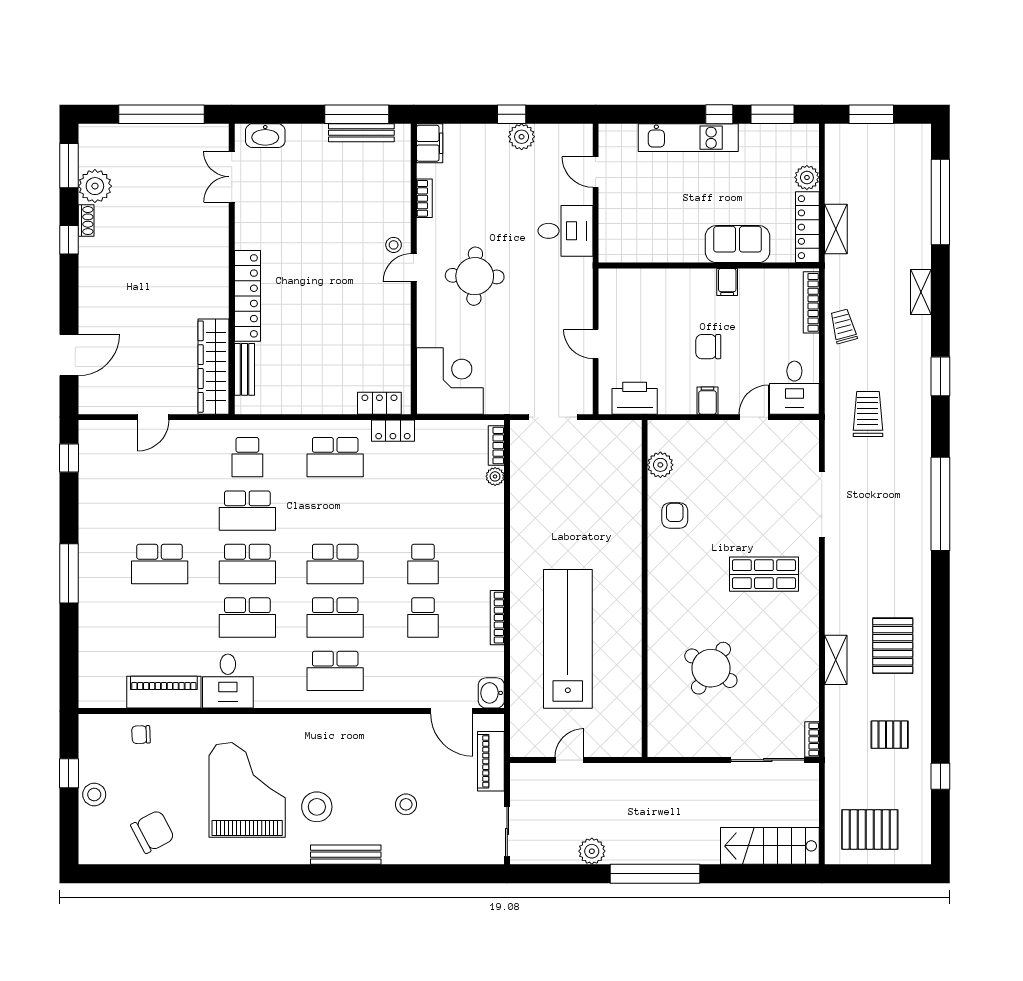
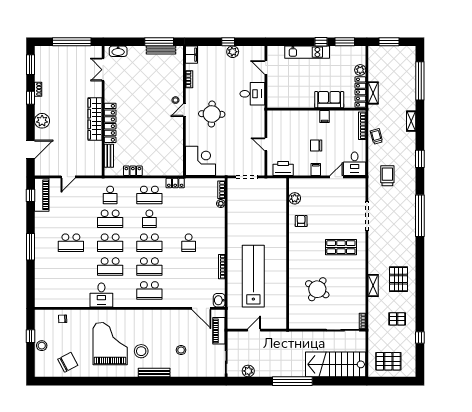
plant: (95, 186) -> (42, 121), moved
wardrobe: (214, 367) -> (95, 119), moved
locker: (379, 403) -> (133, 171), moved
school desk: (423, 617) -> (149, 219), moved
piano: (164, 692) -> (42, 195), moved, turned 90
stairs: (770, 846) -> (336, 364), width x1.36, depth x1.51
plant: (592, 851) -> (248, 371), moved

